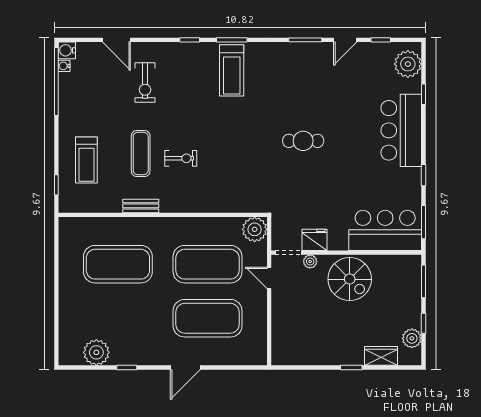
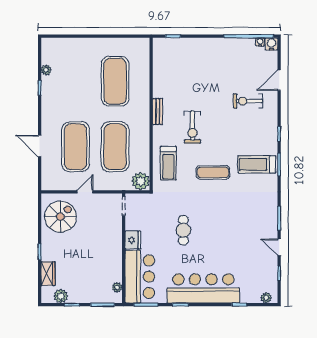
plant: (408, 64) -> (266, 298), width x0.53, depth x0.53
bar counter: (401, 130) -> (203, 288), width x1.36
cafe table: (303, 141) -> (183, 230), moved
exercise mat: (141, 154) -> (213, 172), moved
exercise bike: (181, 158) -> (193, 127), width x1.38, depth x1.39
treadmill: (86, 160) -> (168, 163), moved, turned -90
bench: (141, 206) -> (158, 111), moved
fridge: (314, 240) -> (133, 240), moved
plant: (310, 262) -> (117, 287), moved
door: (269, 278) -> (85, 192), moved
spiral stairs: (350, 279) -> (60, 217), moved, turned 180
plant: (96, 352) -> (46, 70), width x0.53, depth x0.53
door: (185, 368) -> (40, 146), moved

